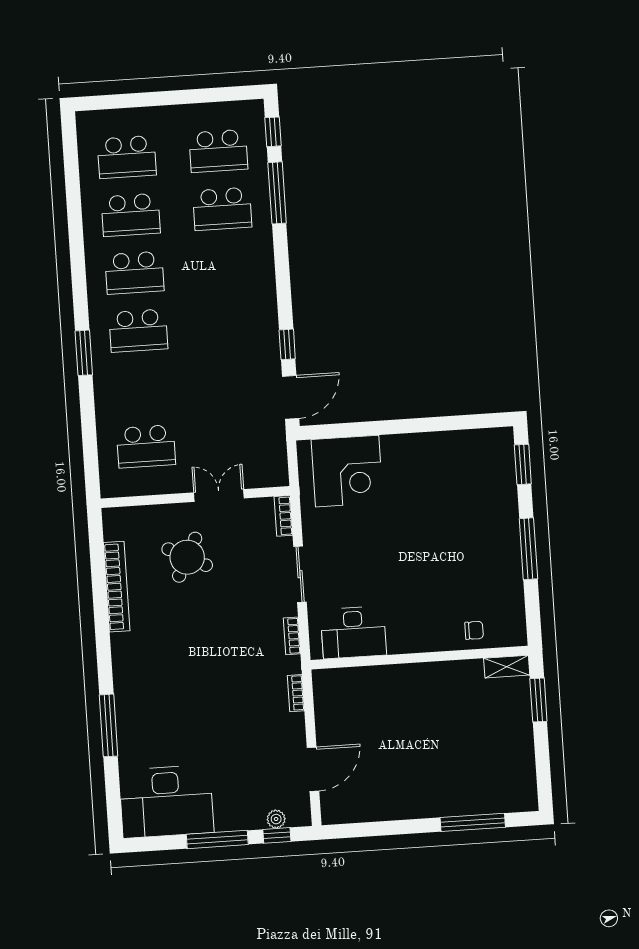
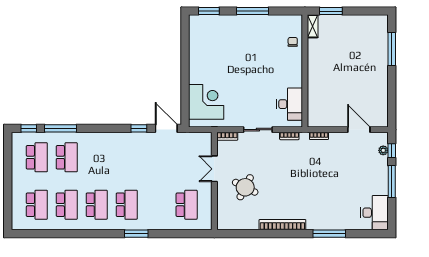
bookcase: (117, 587) -> (282, 225), moved
desk: (166, 801) -> (375, 213), width x0.73, depth x0.77

